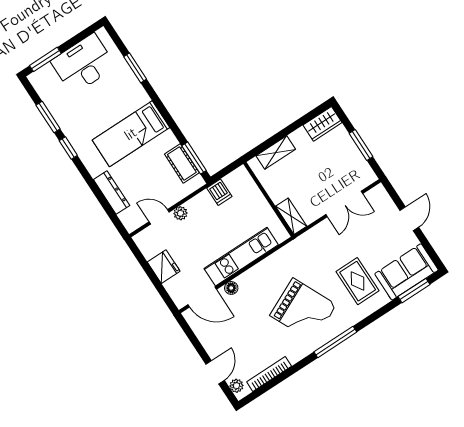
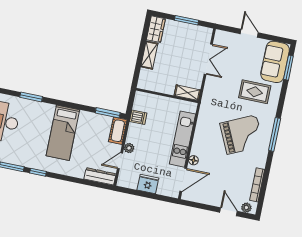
shelving: (276, 152) -> (149, 55), moved
cot: (182, 163) -> (118, 131), moved, turned 90
dresser: (112, 192) -> (100, 176), moved

